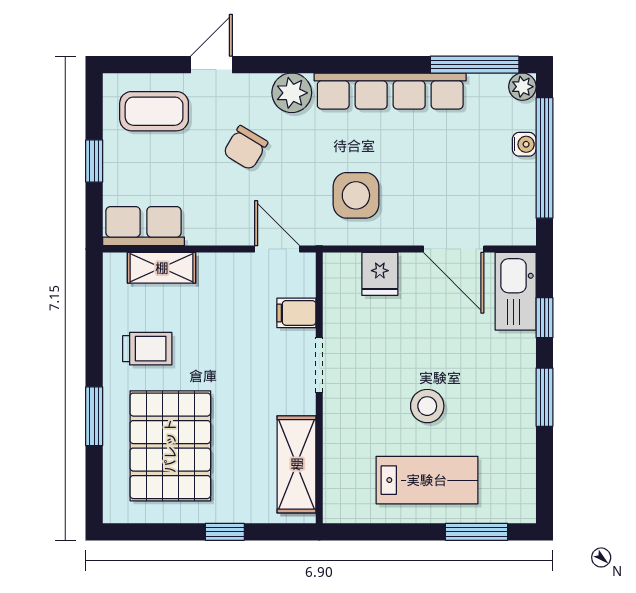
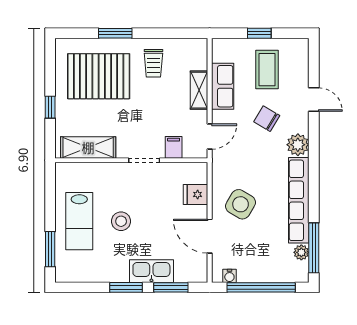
plant: (522, 87) -> (301, 252), moved
coffee table: (154, 111) -> (267, 70), moved
water cooler: (524, 144) -> (229, 276), moved
side table: (356, 195) -> (241, 204), moved, turned 31
row of seats: (144, 226) -> (223, 86), moved
door: (454, 249) -> (210, 236), hinge flipped
shelving: (162, 268) -> (199, 90), moved
kitchen sink: (516, 291) -> (151, 271), moved
window: (545, 318) -> (171, 287), width x1.50

